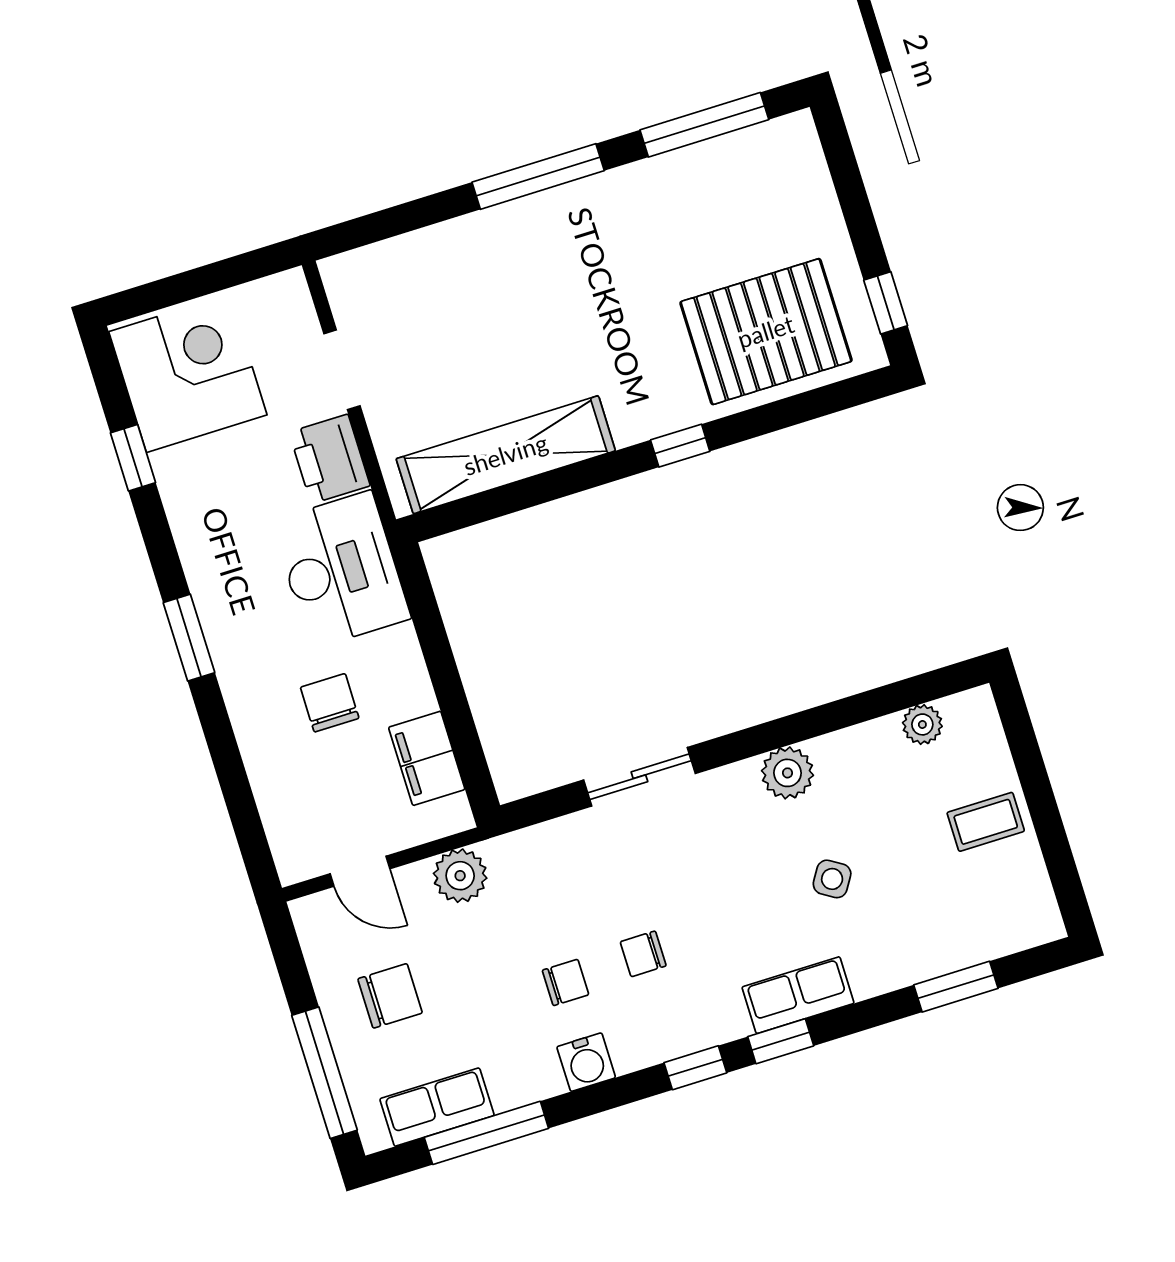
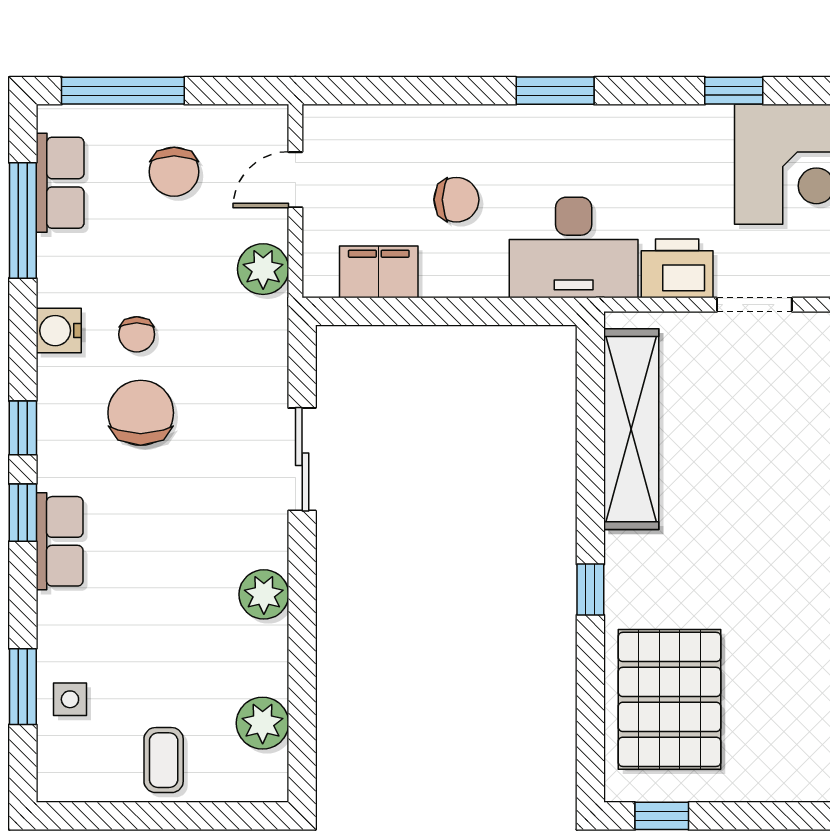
plant: (922, 724) -> (263, 723), width x1.38, depth x1.38
side table: (832, 879) -> (70, 699), moved, turned -32
chair: (643, 954) -> (141, 413), width x1.87, depth x1.87

